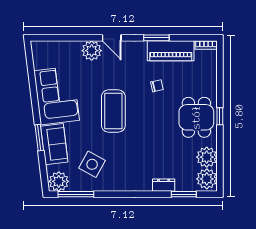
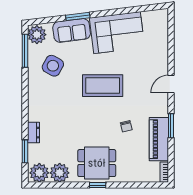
plant: (92, 51) -> (159, 65), removed

